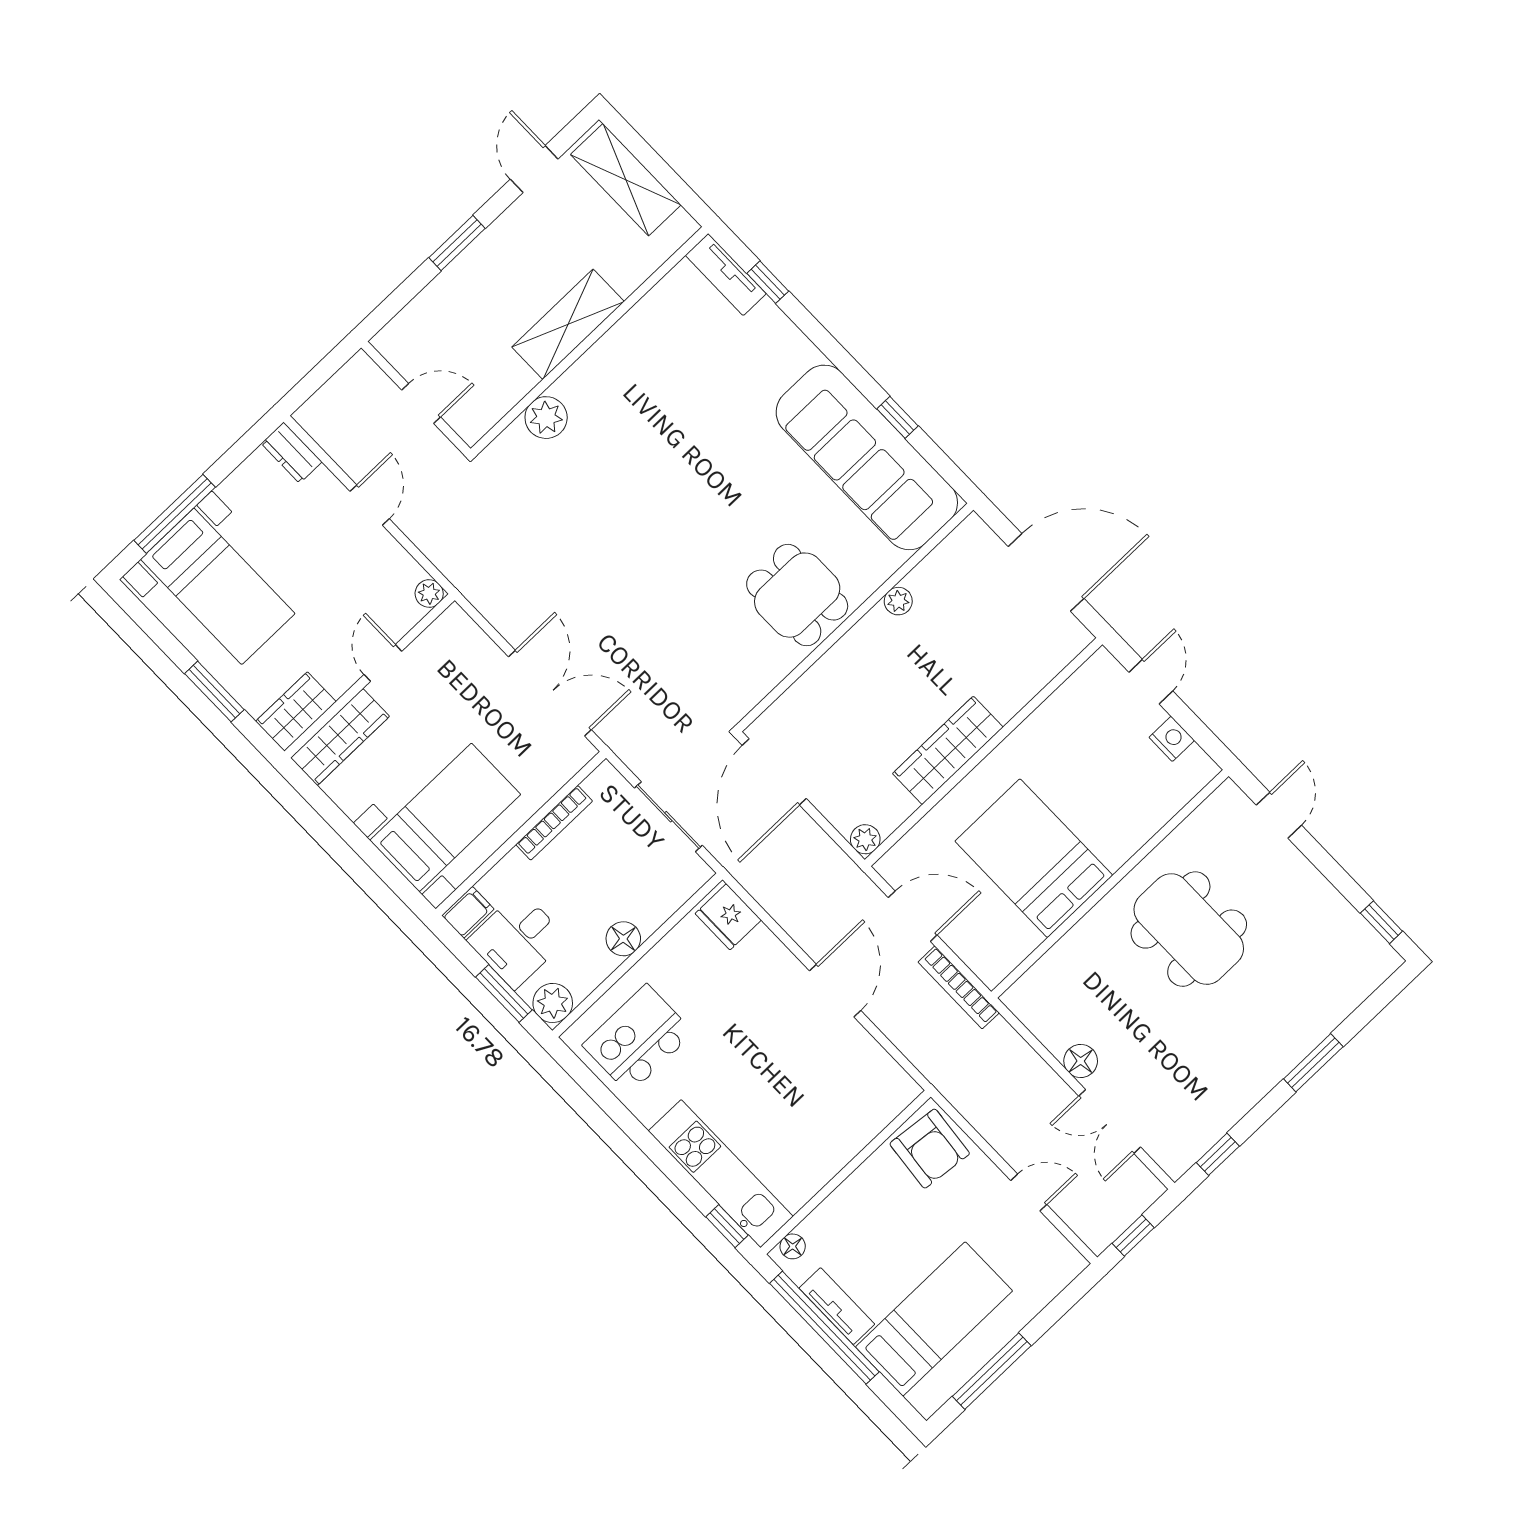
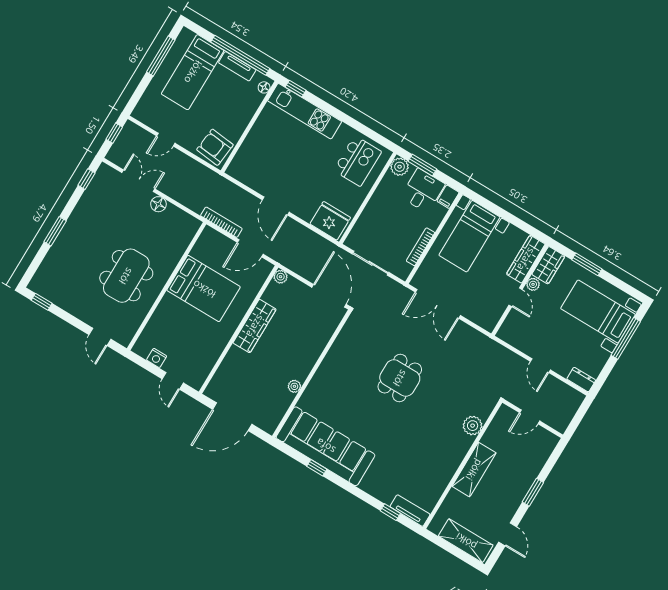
plant: (429, 593) -> (533, 284), moved
dining table: (797, 595) -> (400, 378), moved, turned 90
fridge: (728, 917) -> (330, 221), width x1.36, depth x1.34
dining table: (1189, 929) -> (126, 276), turned 90
floor lamp: (623, 939) -> (376, 204), removed

